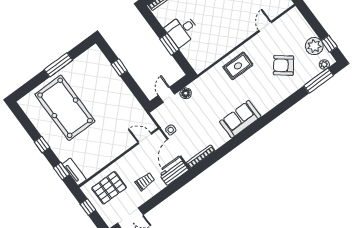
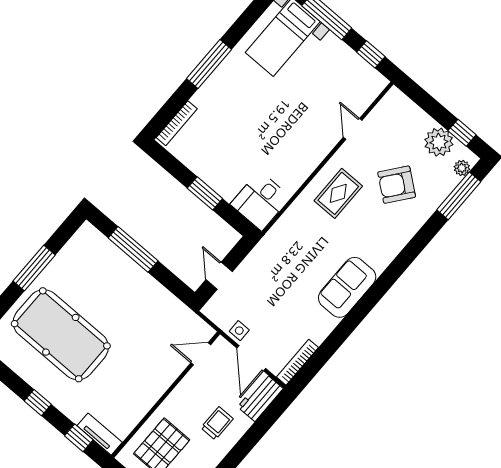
desk: (182, 30) -> (260, 201), moved
rug: (238, 66) -> (338, 193), moved
window: (119, 67) -> (133, 249), width x2.17
floor lamp: (186, 93) -> (250, 266), removed

